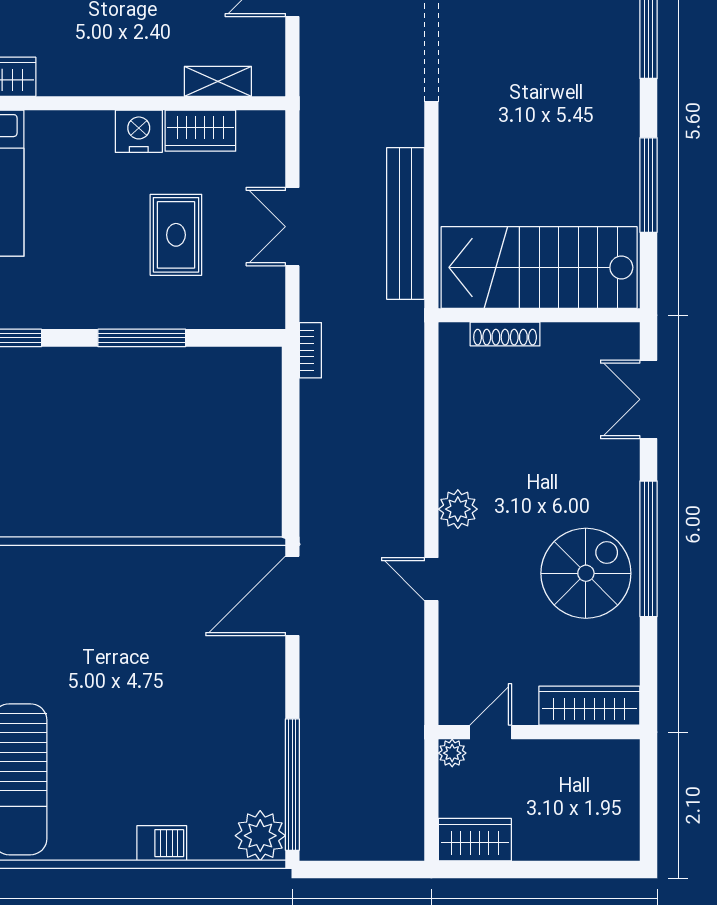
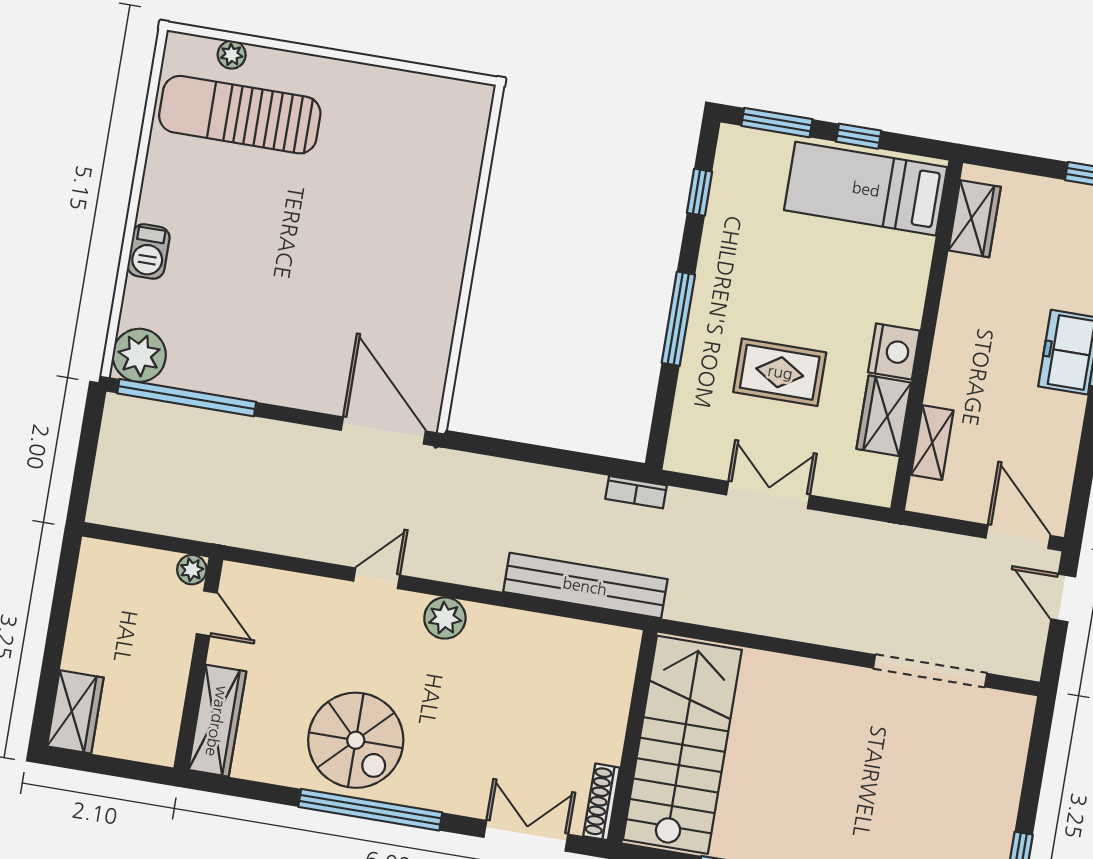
bench: (406, 223) -> (585, 586), moved
shoe rack: (505, 334) -> (602, 802), moved
wardrobe: (475, 840) -> (75, 712), moved

